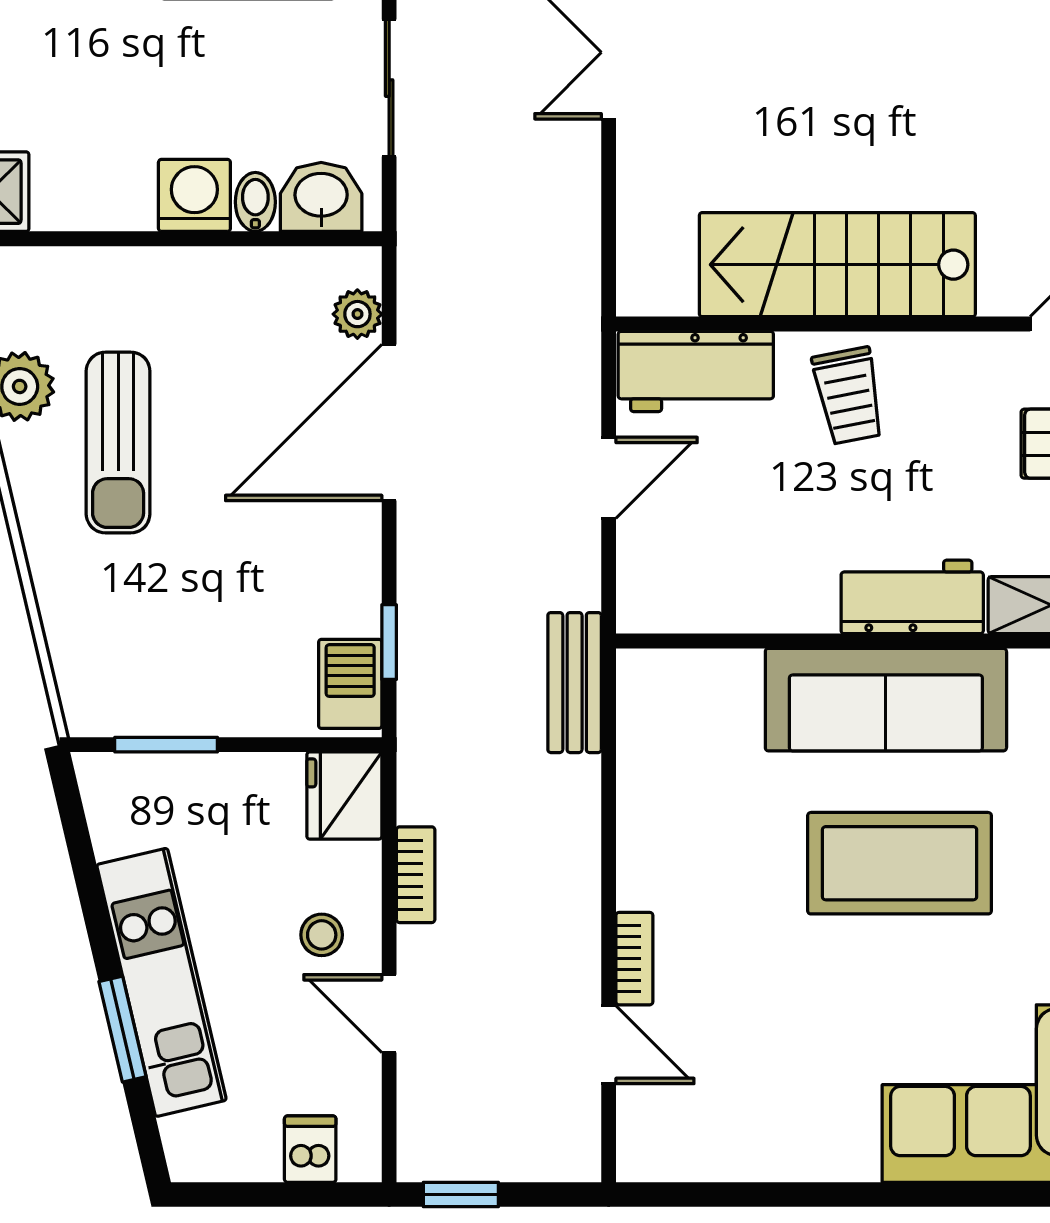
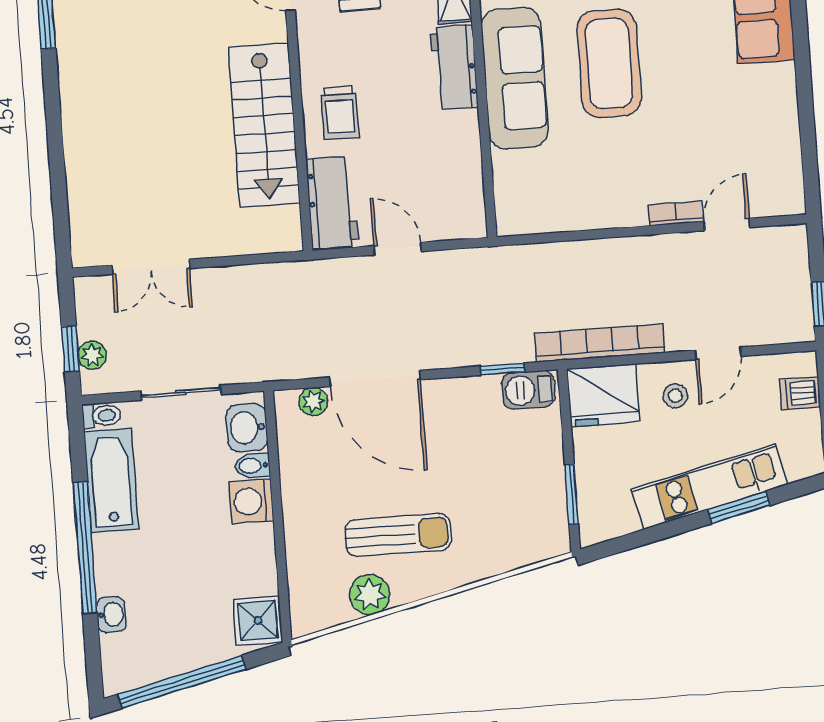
trolley: (849, 396) -> (340, 113), turned 101
bench: (575, 683) -> (518, 260), removed
fridge: (344, 796) -> (603, 395), width x1.36, depth x1.34
bookcase: (416, 875) -> (600, 343), width x2.31, depth x1.31

